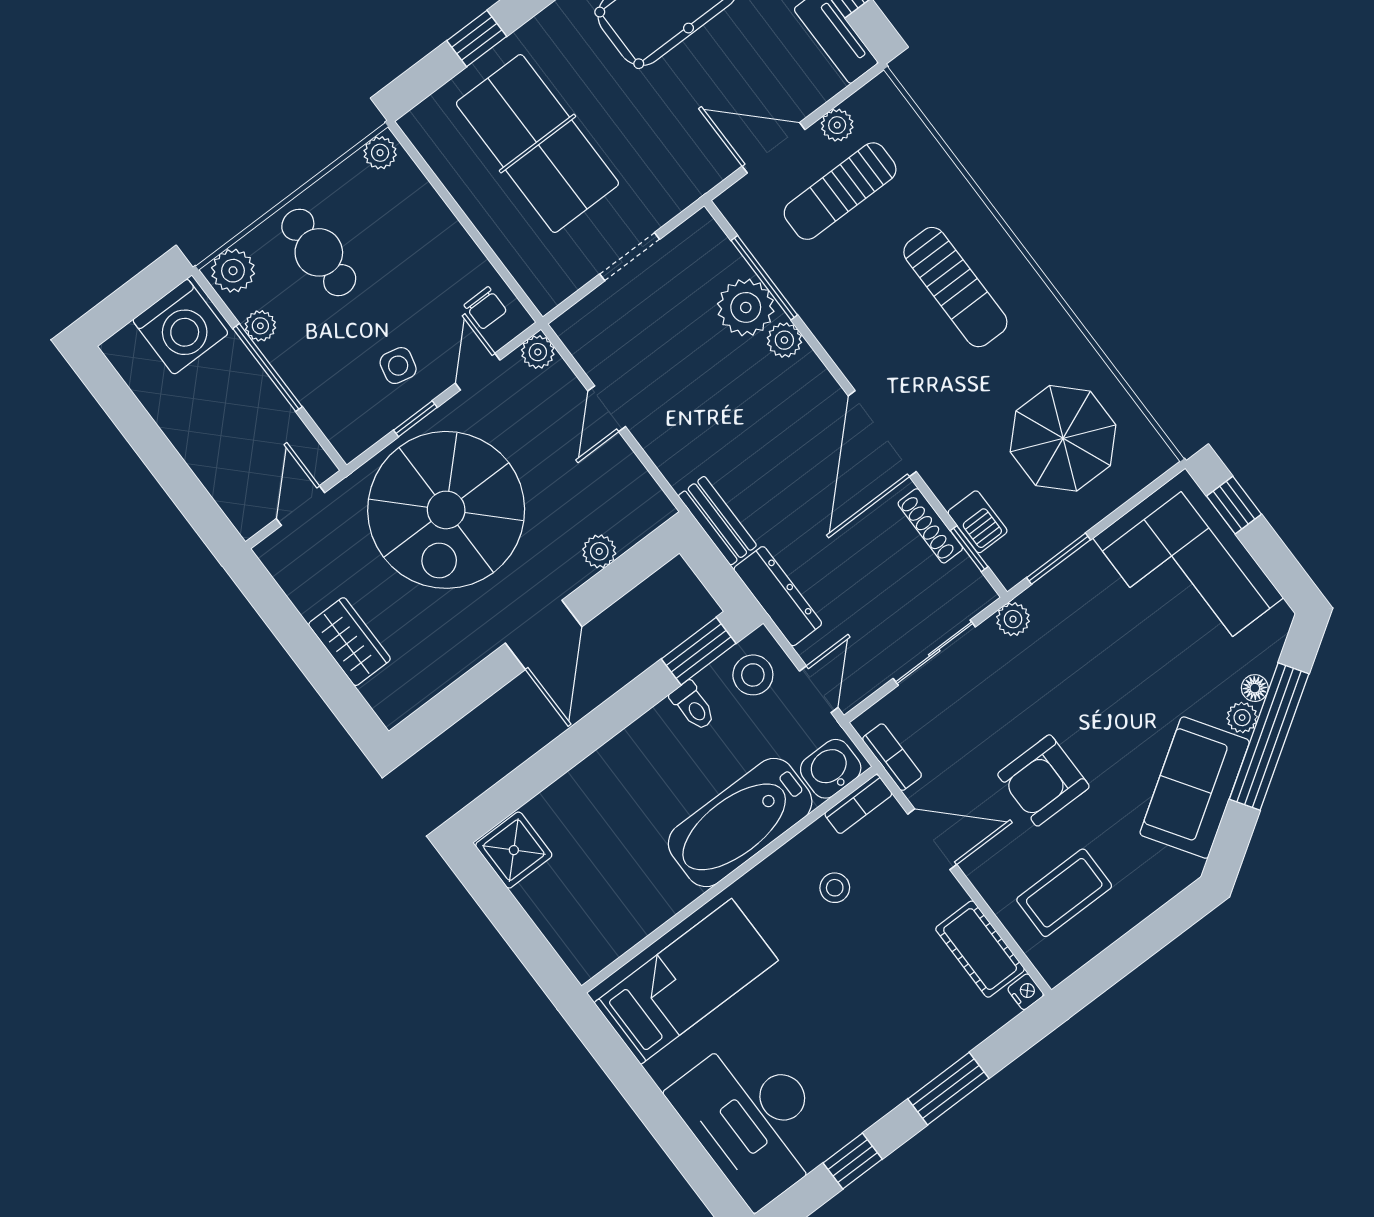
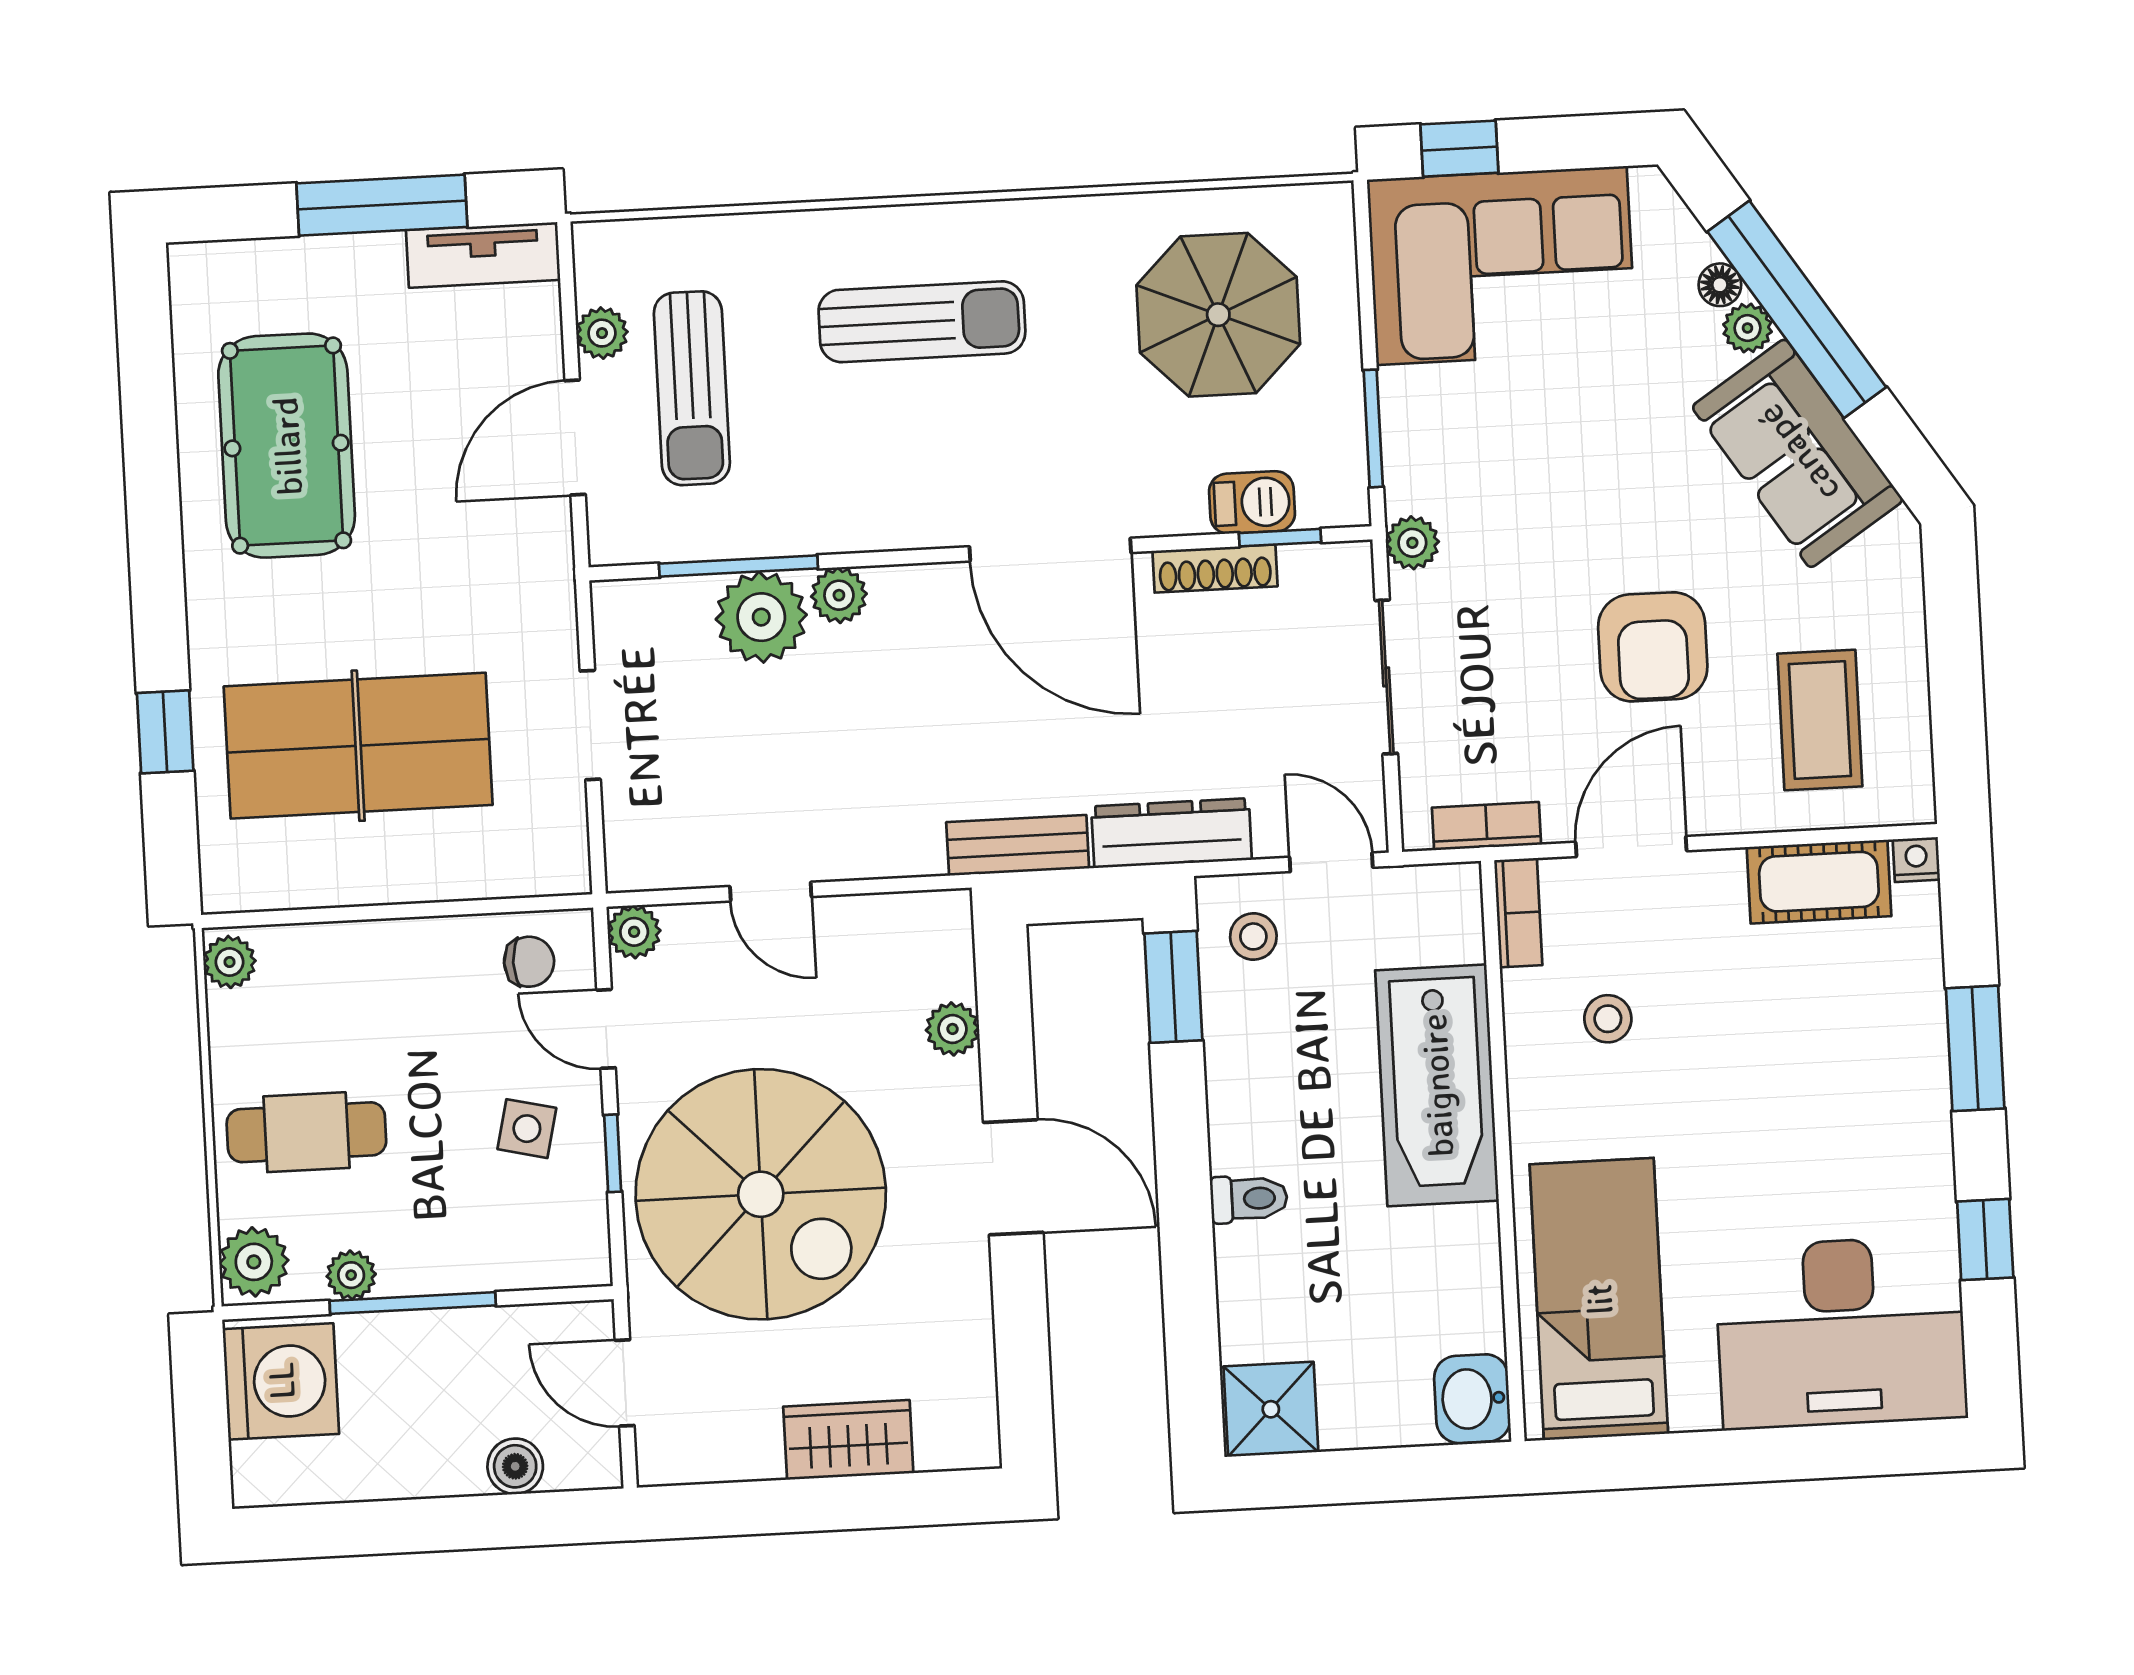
boiler: (219, 478) -> (515, 1466), added
stool: (753, 675) -> (1253, 936), width x0.73, depth x0.73
toilet: (693, 706) -> (1249, 1199), moved
washbasin: (831, 769) -> (1472, 1399), moved

